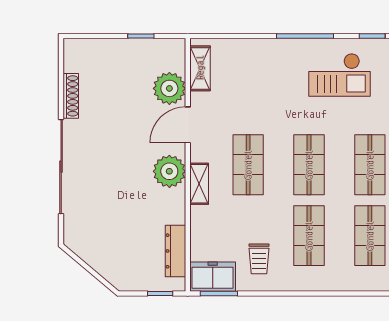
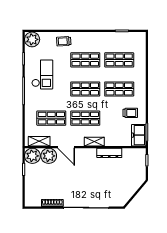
shop shelf: (248, 94) -> (51, 118), added
plant: (169, 171) -> (32, 156), moved
dresser: (175, 251) -> (109, 153), moved

